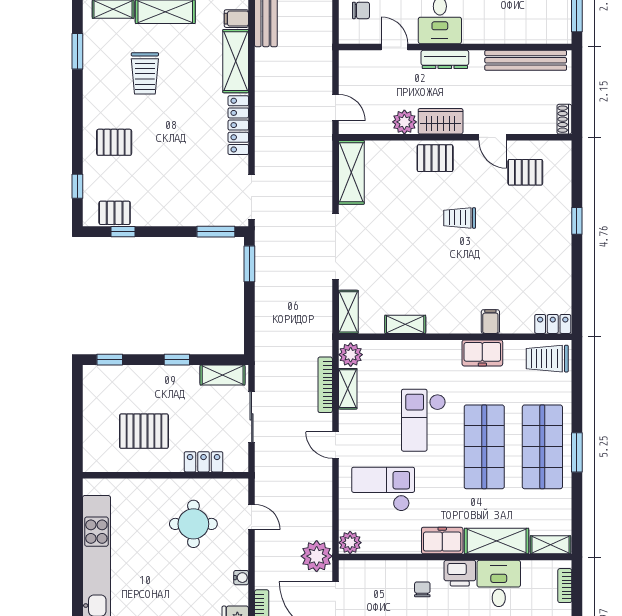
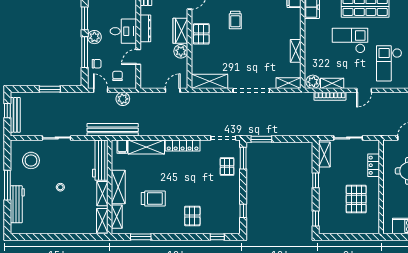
plant: (321, 20) -> (123, 99), added
pallet: (115, 213) -> (227, 167), moved
checkout: (423, 420) -> (350, 40), turned 180

